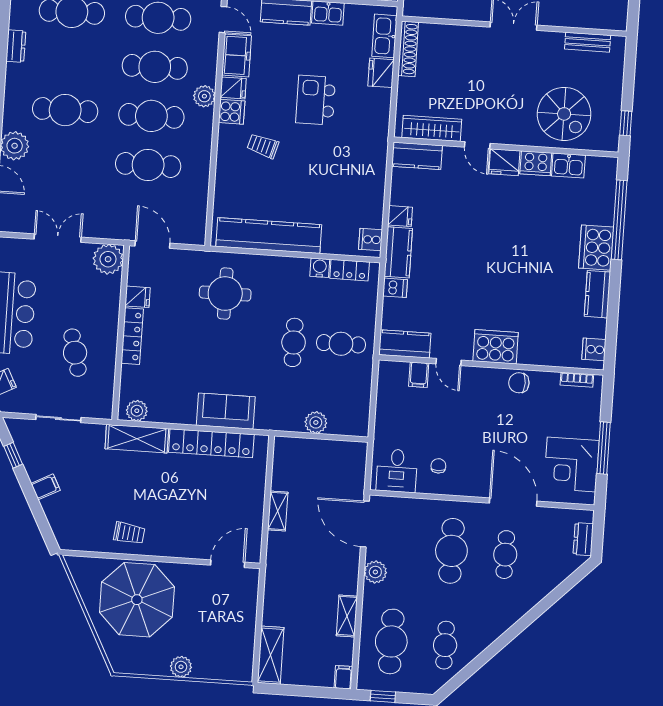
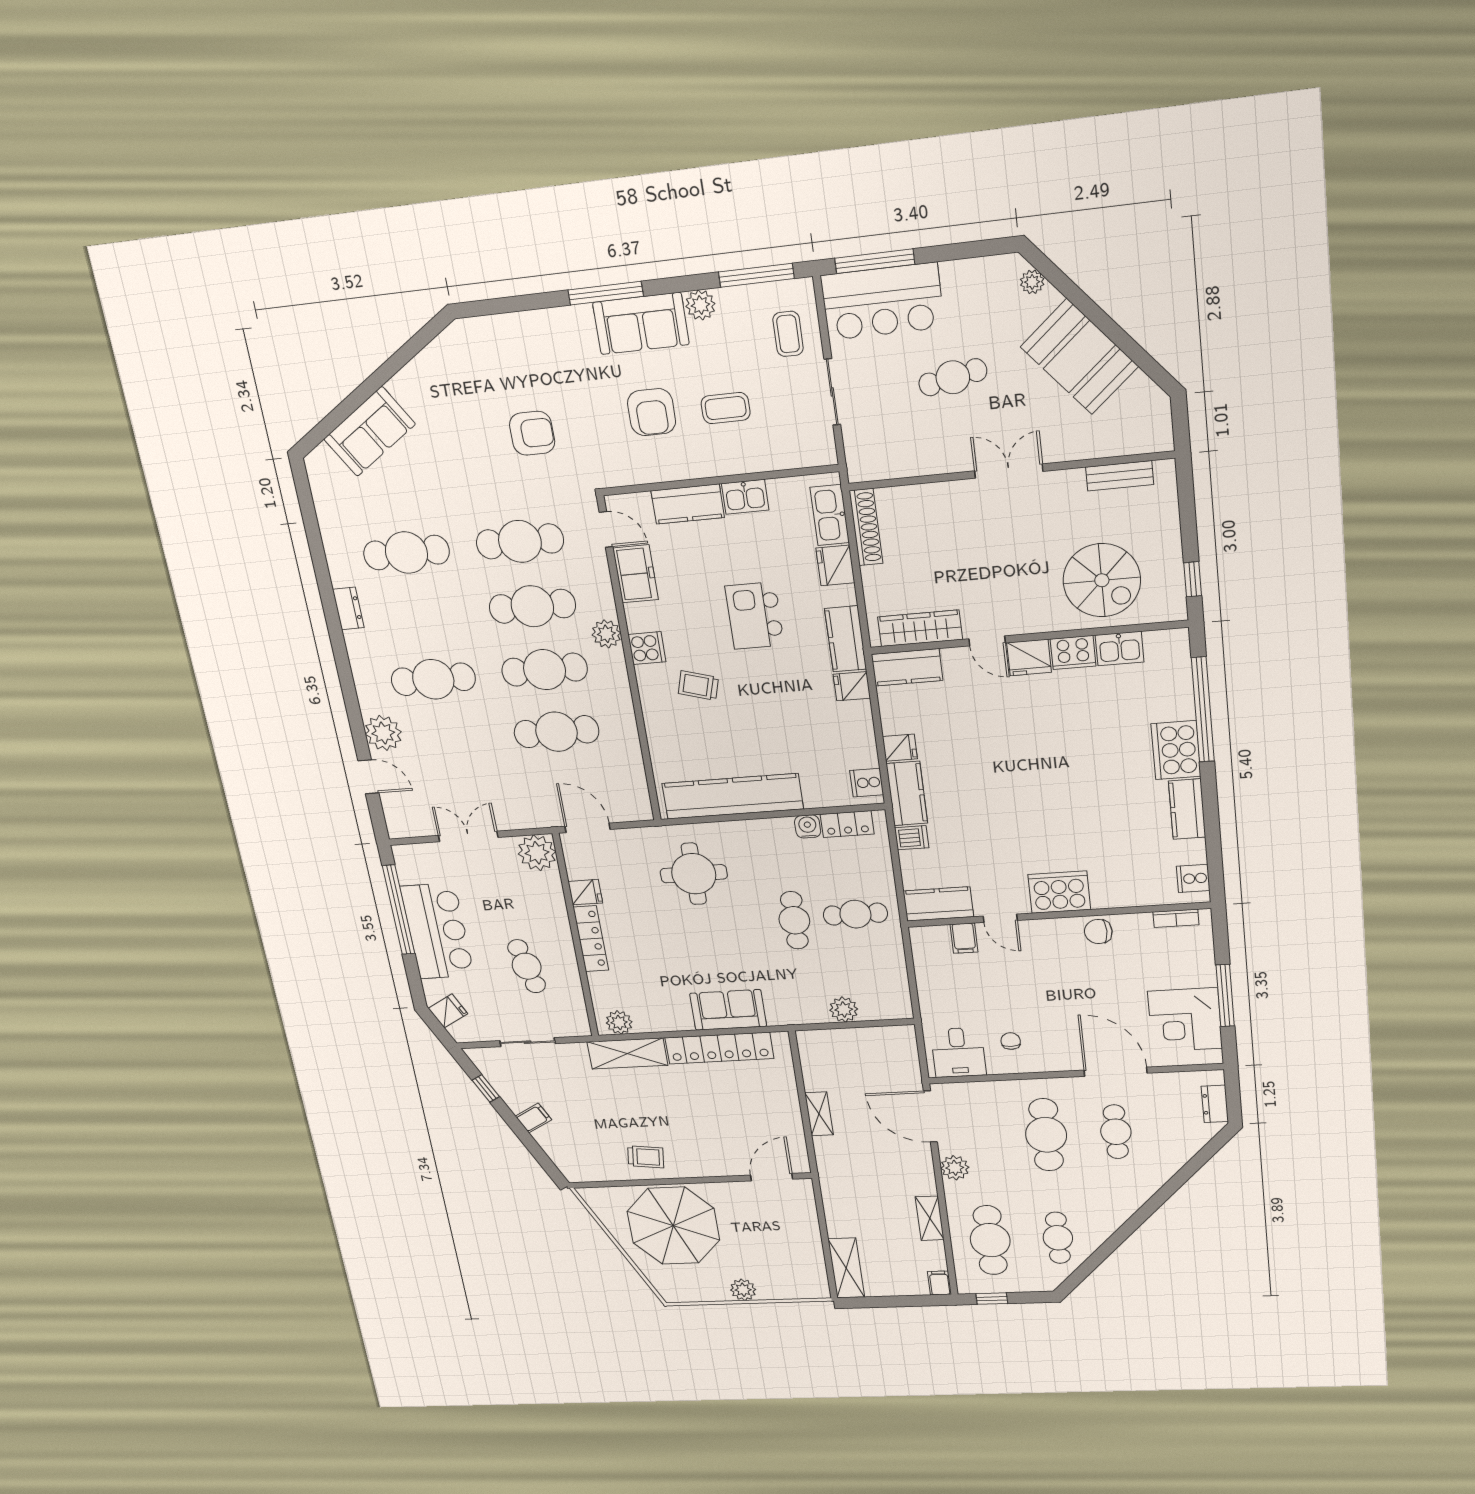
fridge: (233, 88) -> (852, 686), moved, turned 180
kitchen counter: (377, 128) -> (846, 639), added

